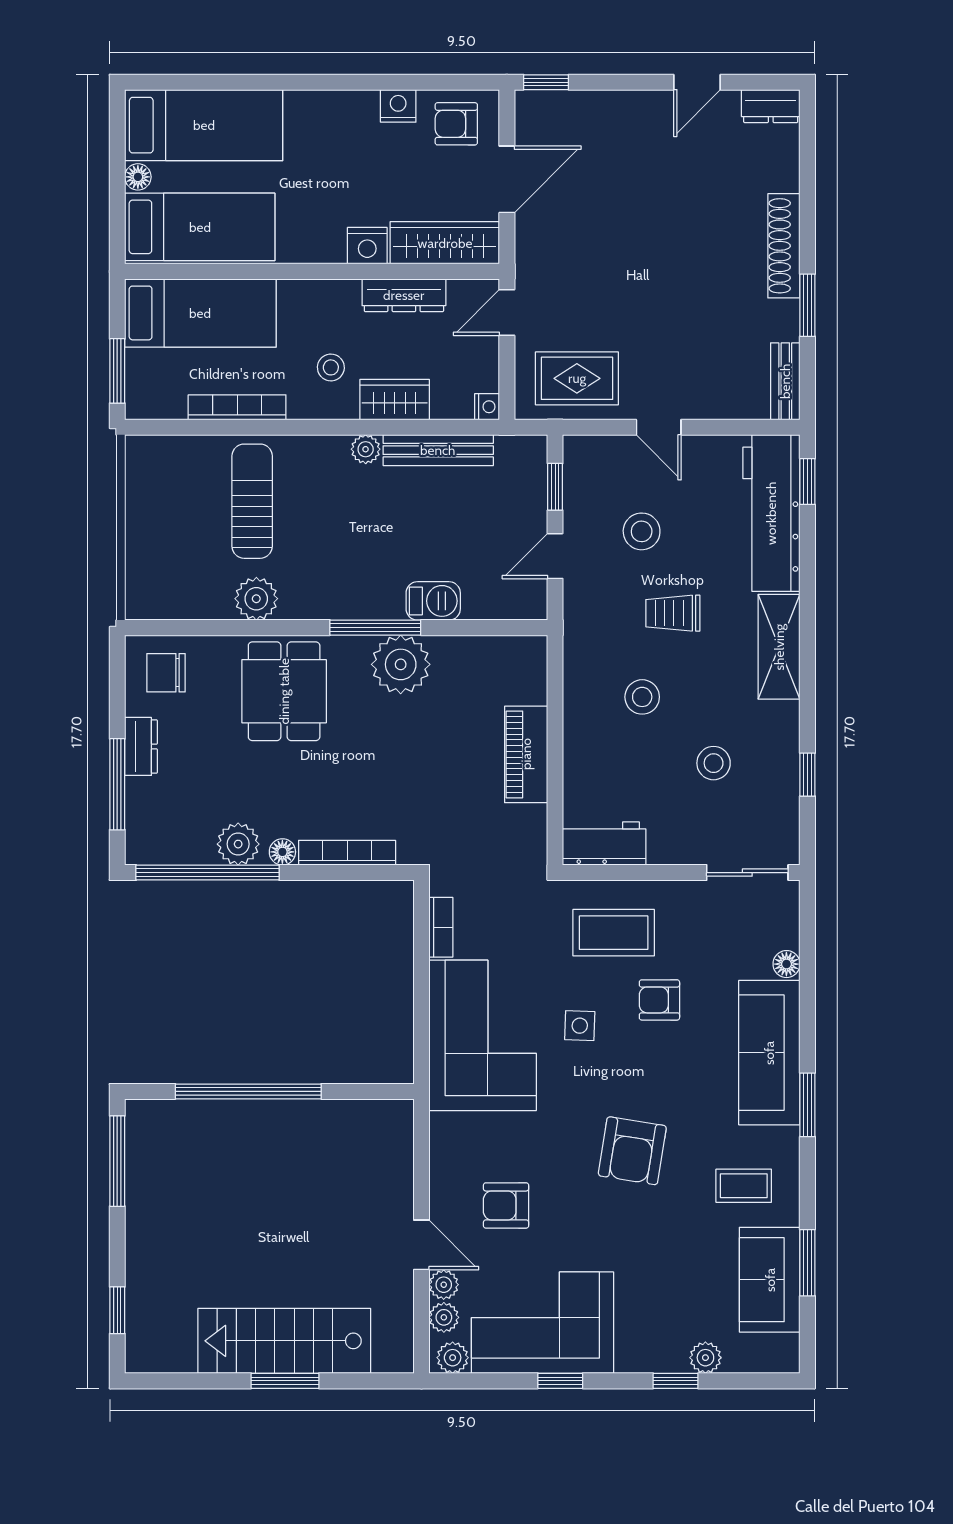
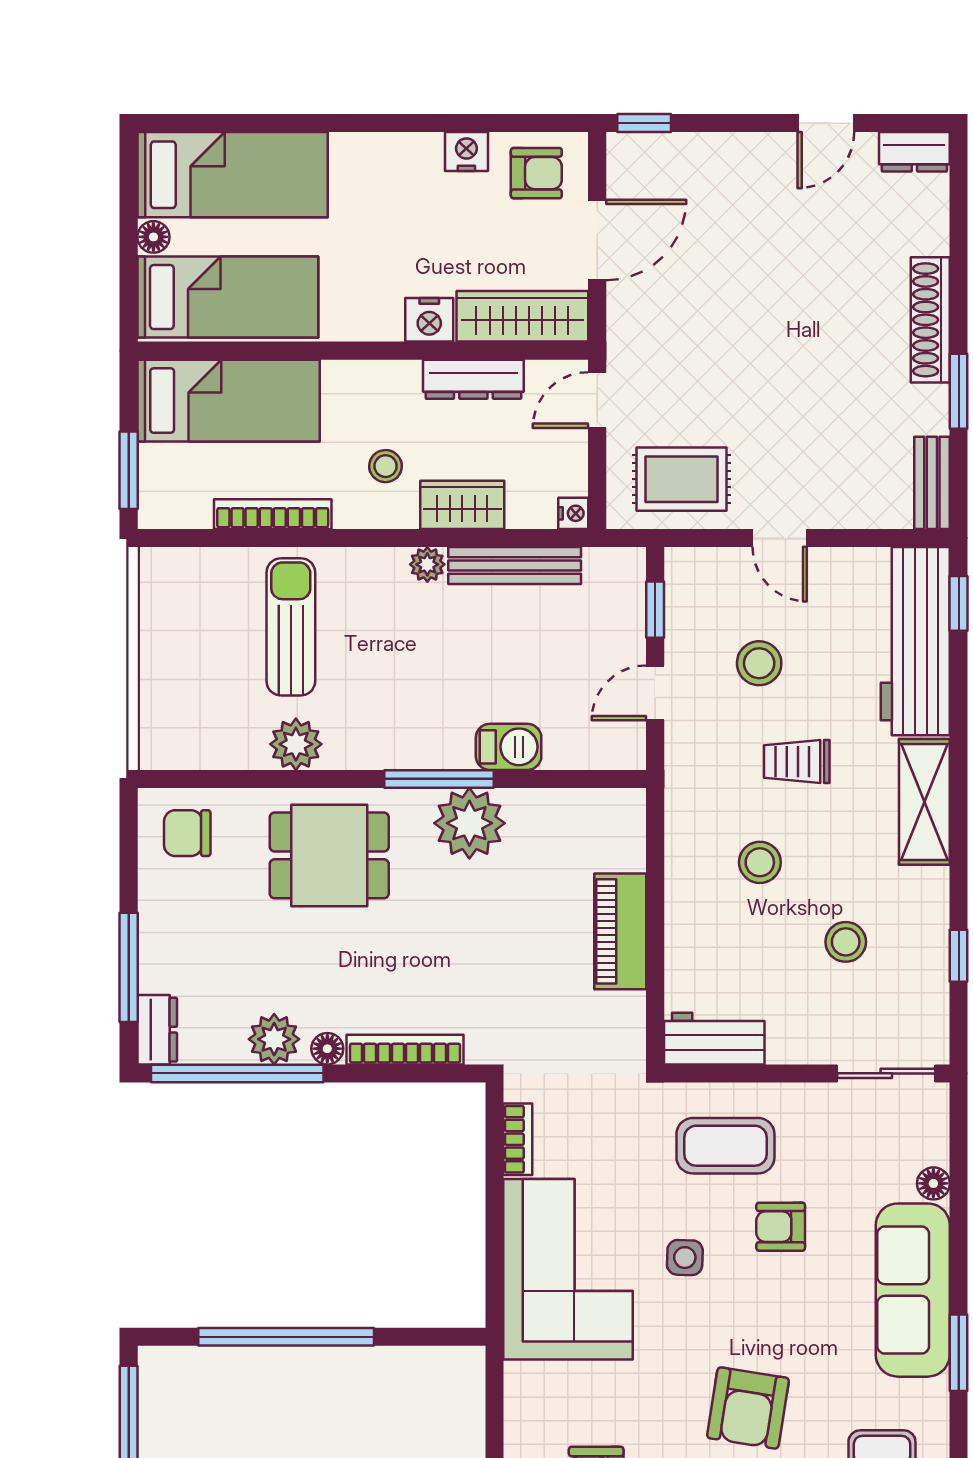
armchair: (456, 124) -> (536, 173), turned 180
dining table: (284, 691) -> (329, 855), turned 90
dresser: (141, 746) -> (157, 1030), moved

